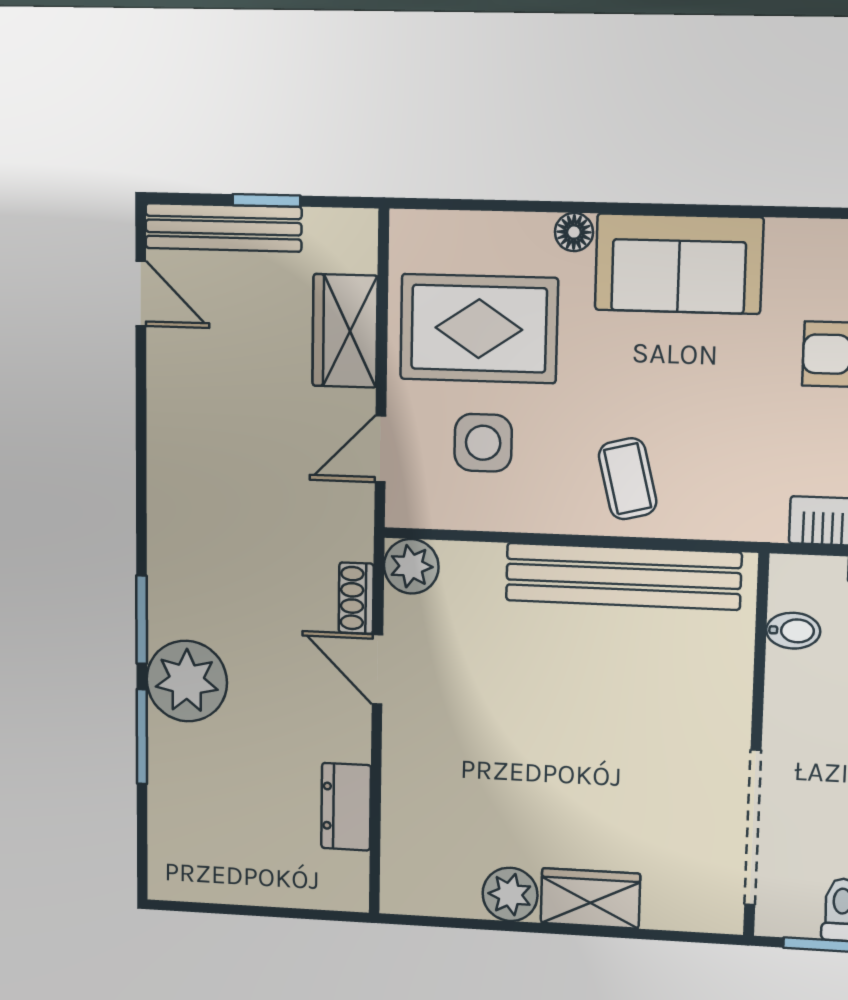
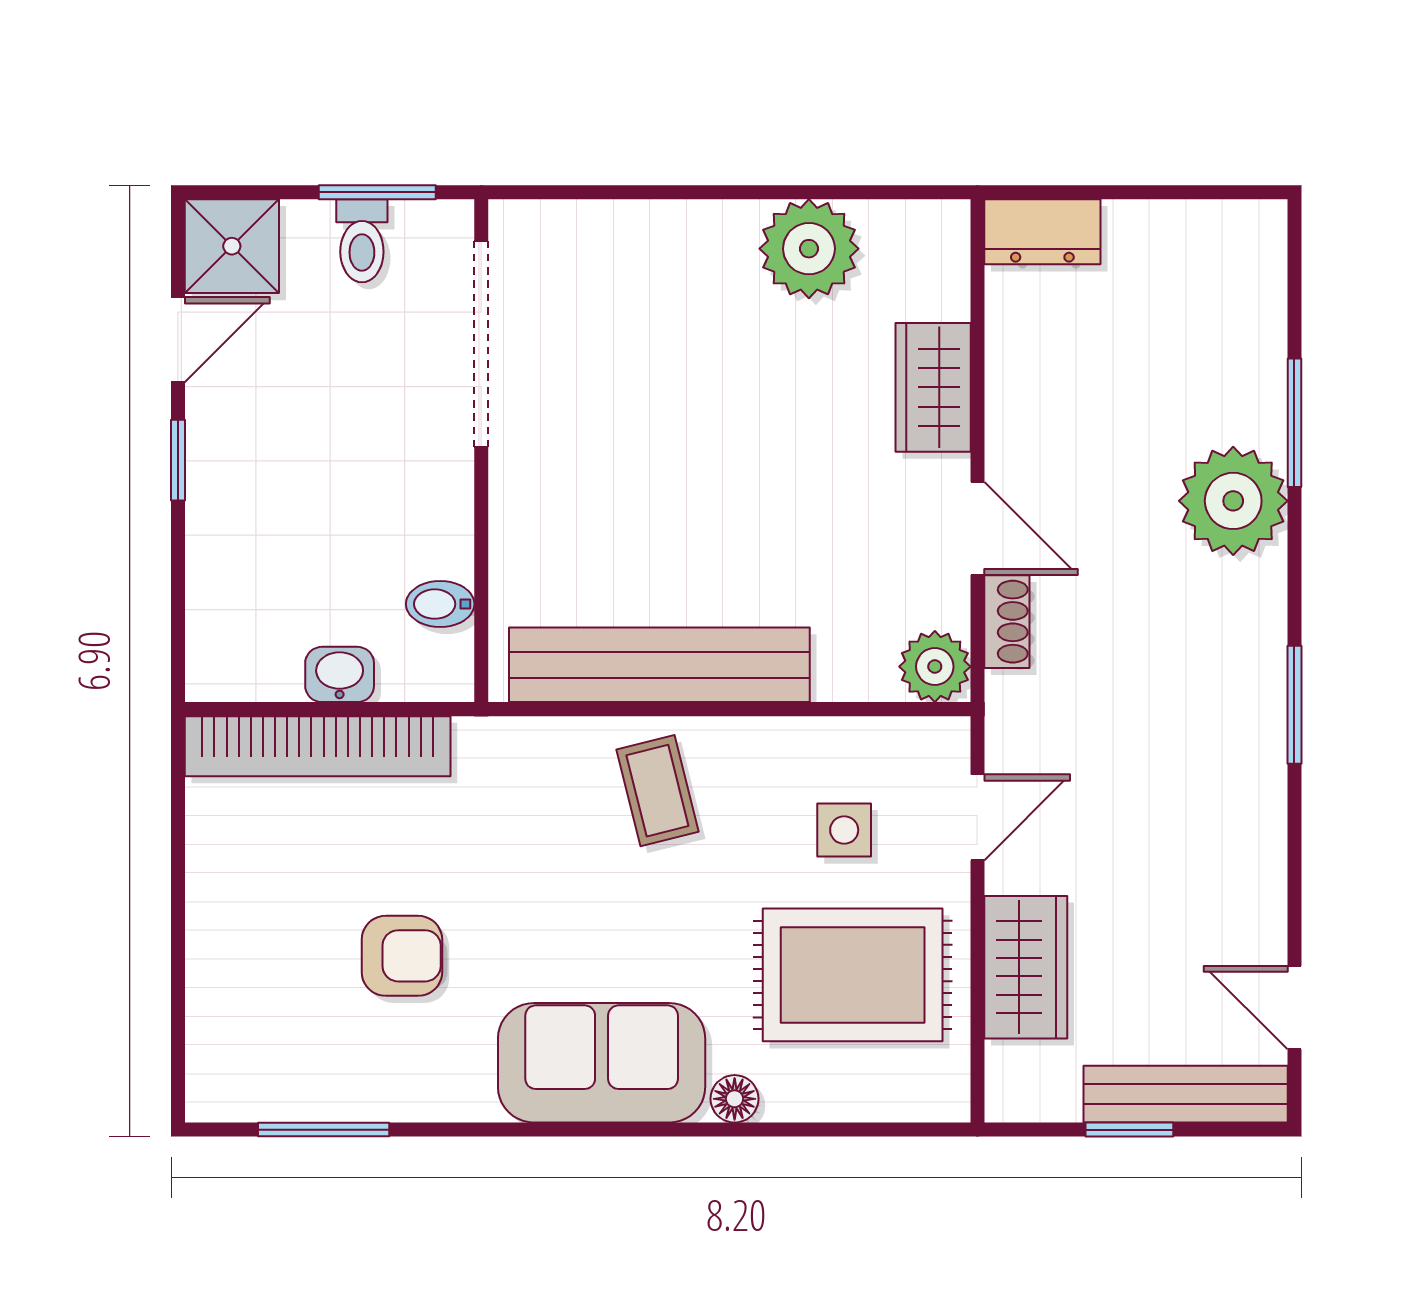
side table: (483, 443) -> (844, 830), width x0.73, depth x0.73
window: (142, 620) -> (1294, 705), moved
dresser: (346, 807) -> (1042, 232), moved, turned 90
plant: (510, 894) -> (809, 249), width x1.36, depth x1.36
wardrobe: (590, 898) -> (933, 387), moved, turned 90

